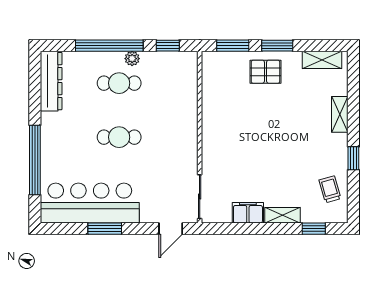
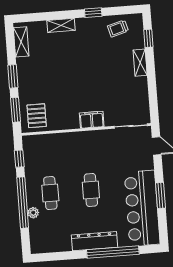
plant: (132, 59) -> (33, 213), moved
pallet: (265, 72) -> (37, 116), moved
dresser: (51, 81) -> (94, 241), moved
filing cabinet: (248, 213) -> (92, 120), moved, turned 90

